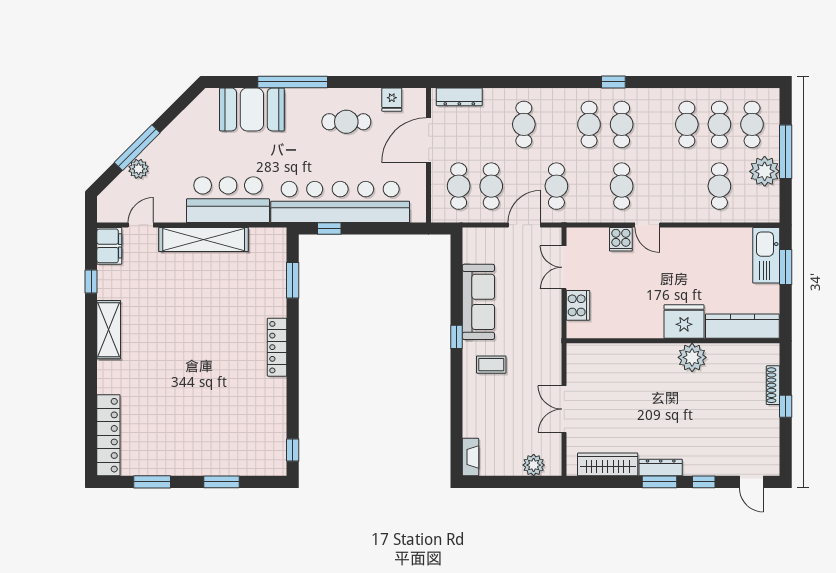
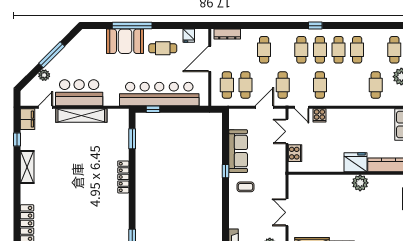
booth: (252, 109) -> (125, 41), moved
cafe table: (719, 124) -> (338, 50), moved
window: (137, 148) -> (52, 55), moved
bar counter: (228, 200) -> (79, 93), moved
door: (647, 225) -> (302, 107), moved

